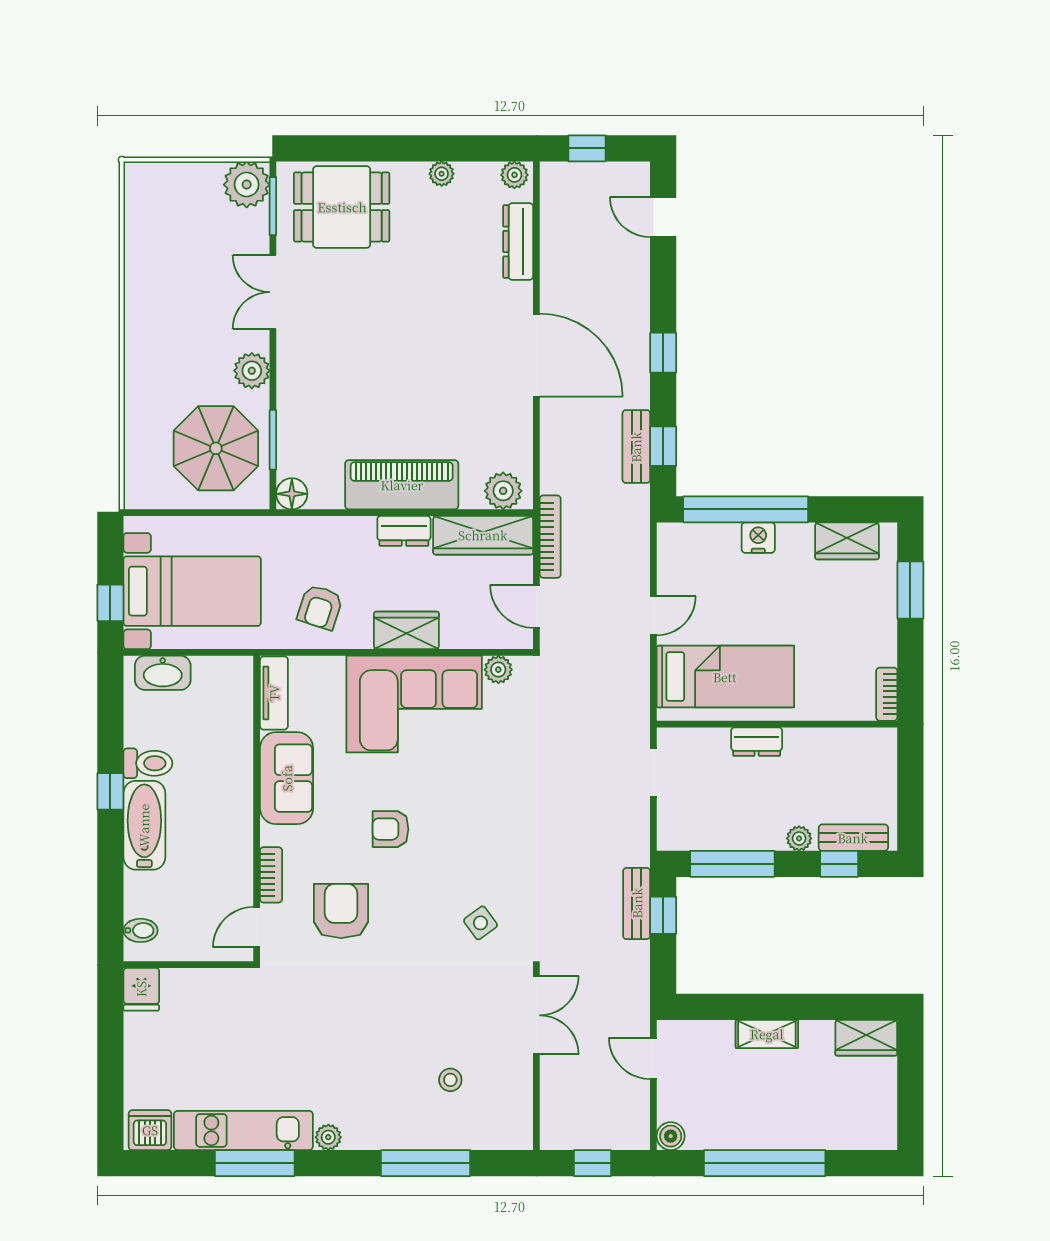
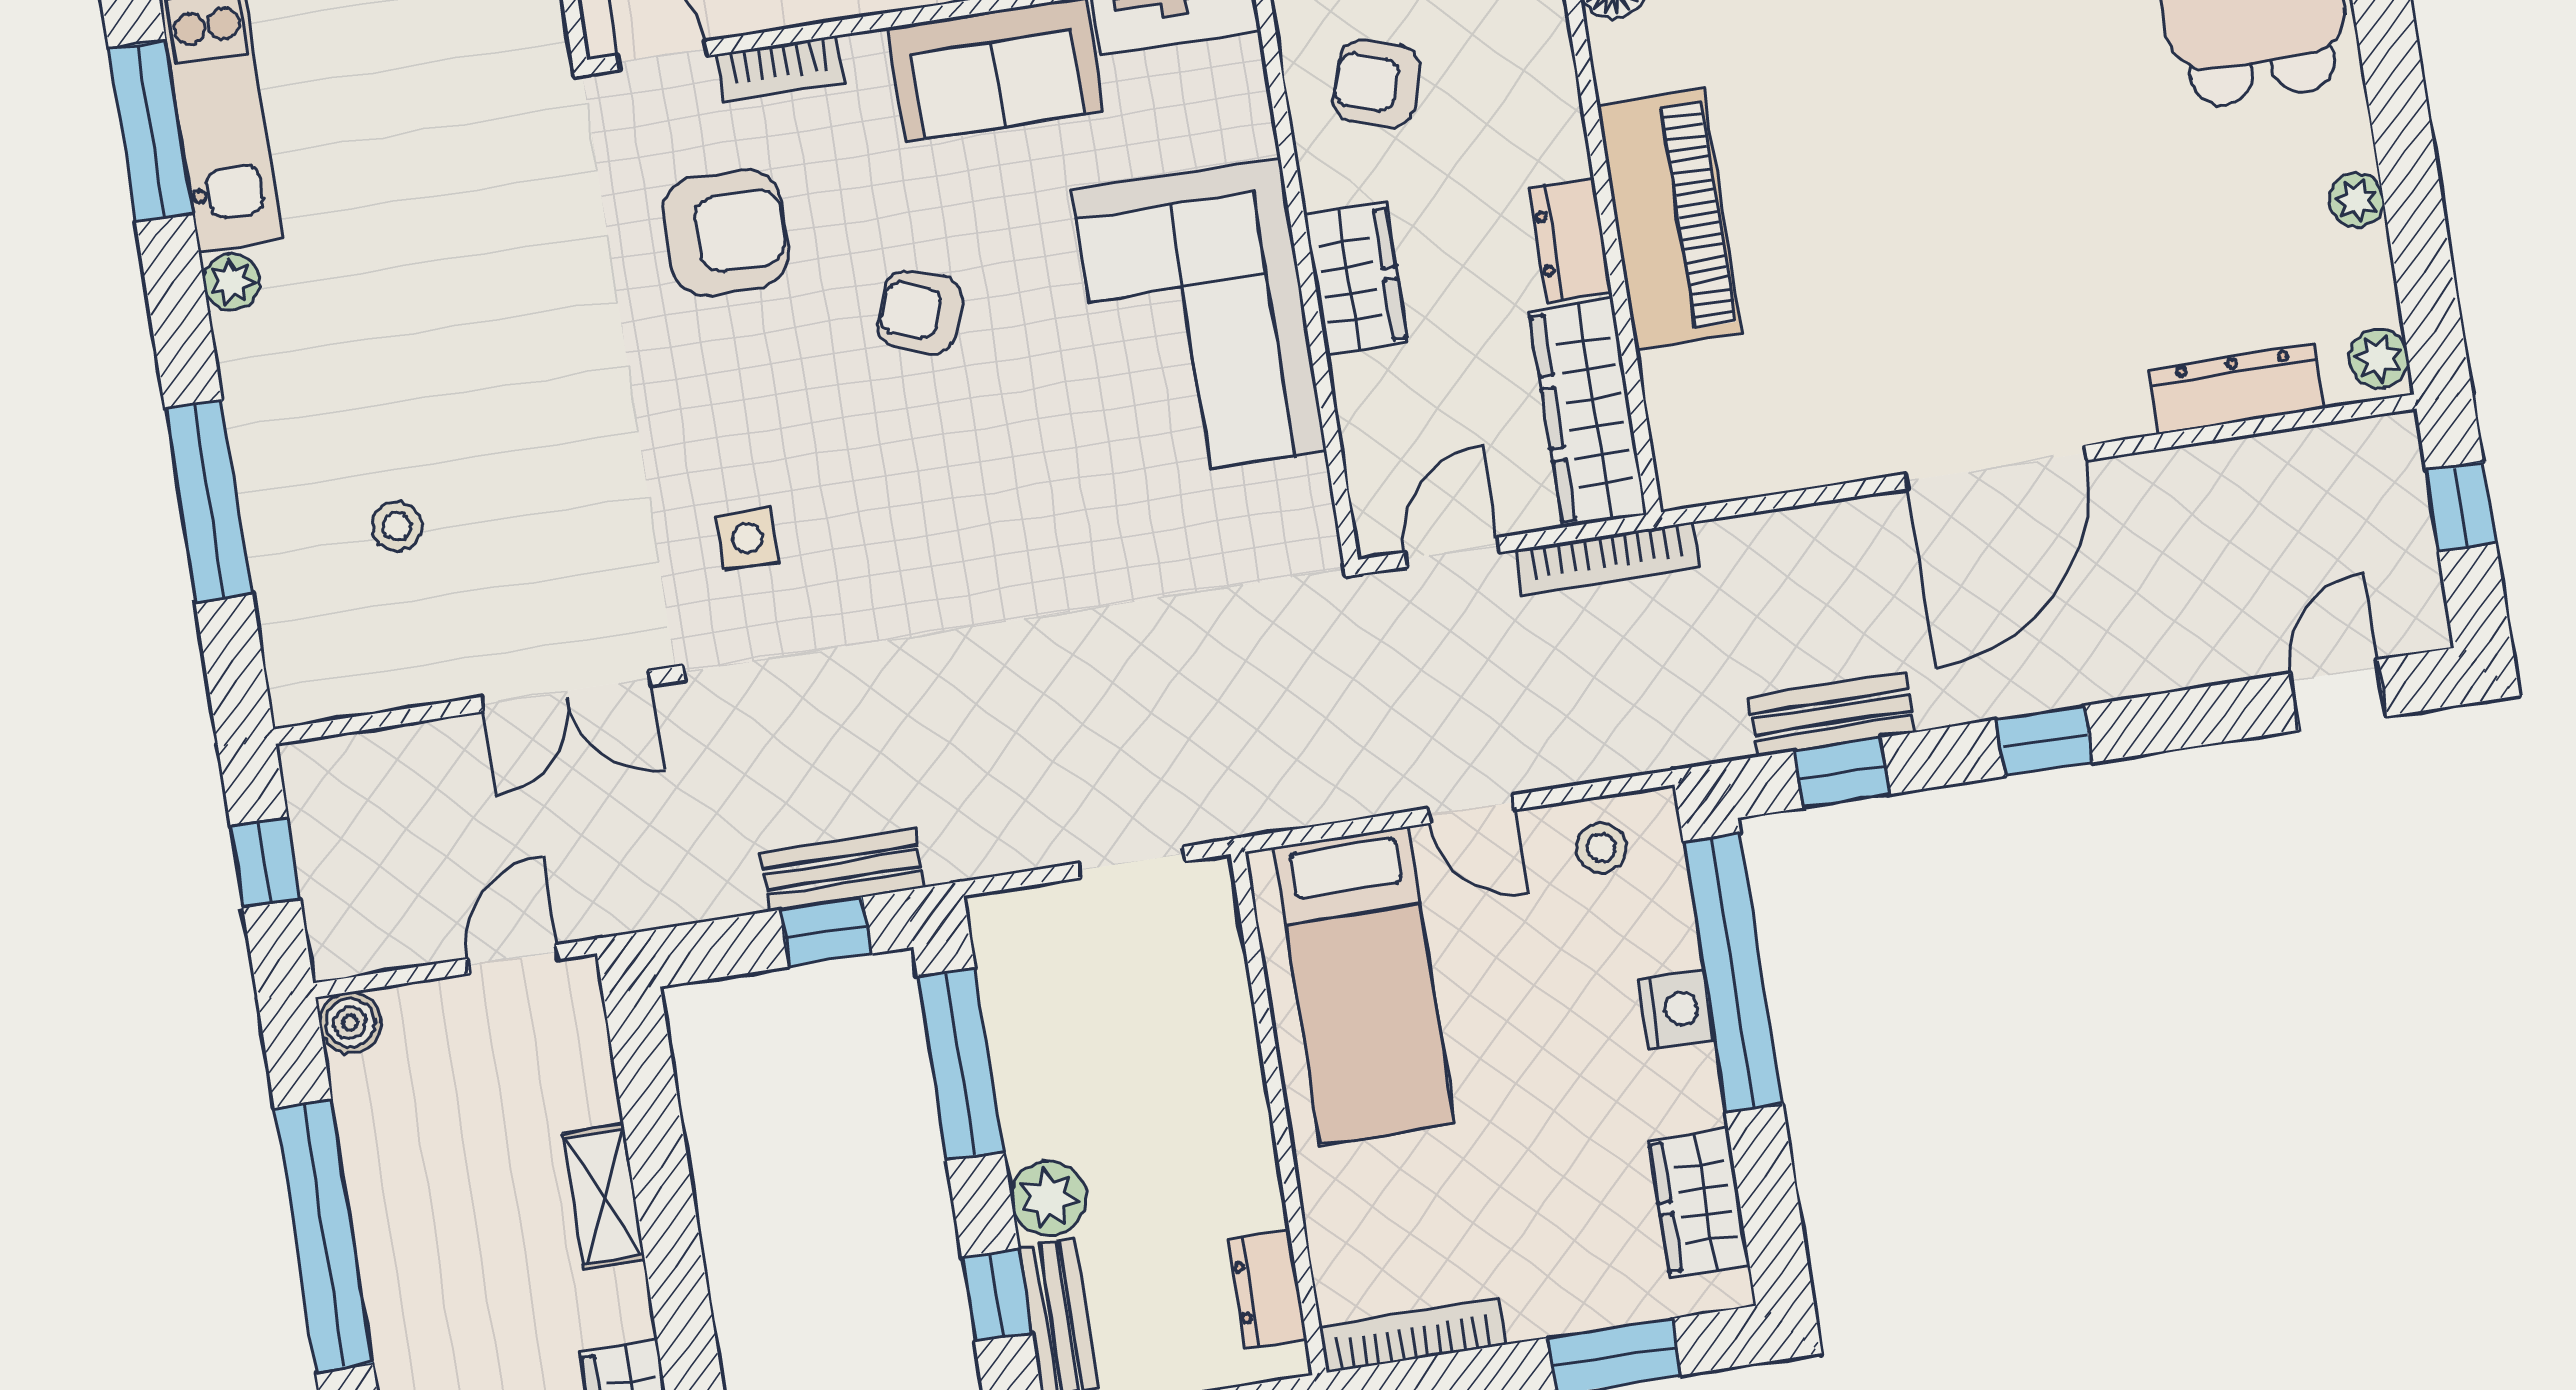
plant: (503, 491) -> (1691, 441), removed
stool: (680, 560) -> (1601, 848), added
plant: (498, 670) -> (1302, 491), removed
bookcase: (887, 694) -> (1413, 1336), width x1.56
dresser: (757, 742) -> (1267, 1289), moved
armchair: (390, 829) -> (920, 312), turned -71
plant: (799, 838) -> (1048, 1198), width x1.38, depth x1.38
side table: (480, 923) -> (747, 539), turned 36

